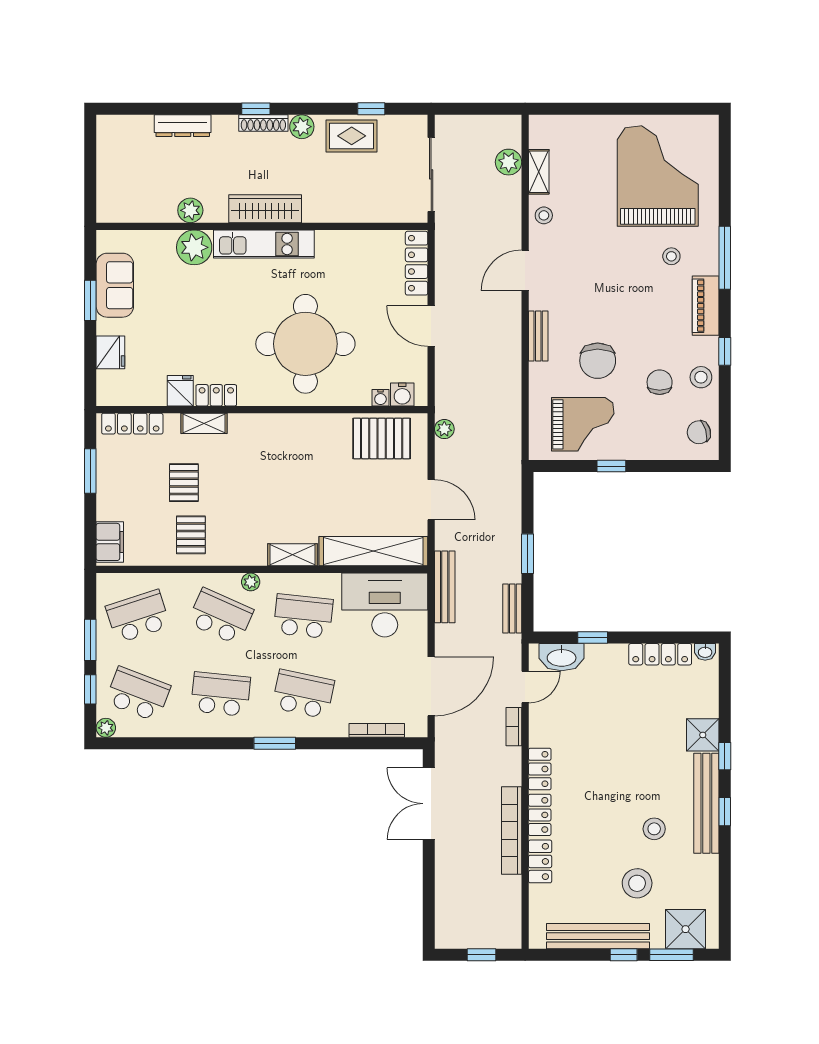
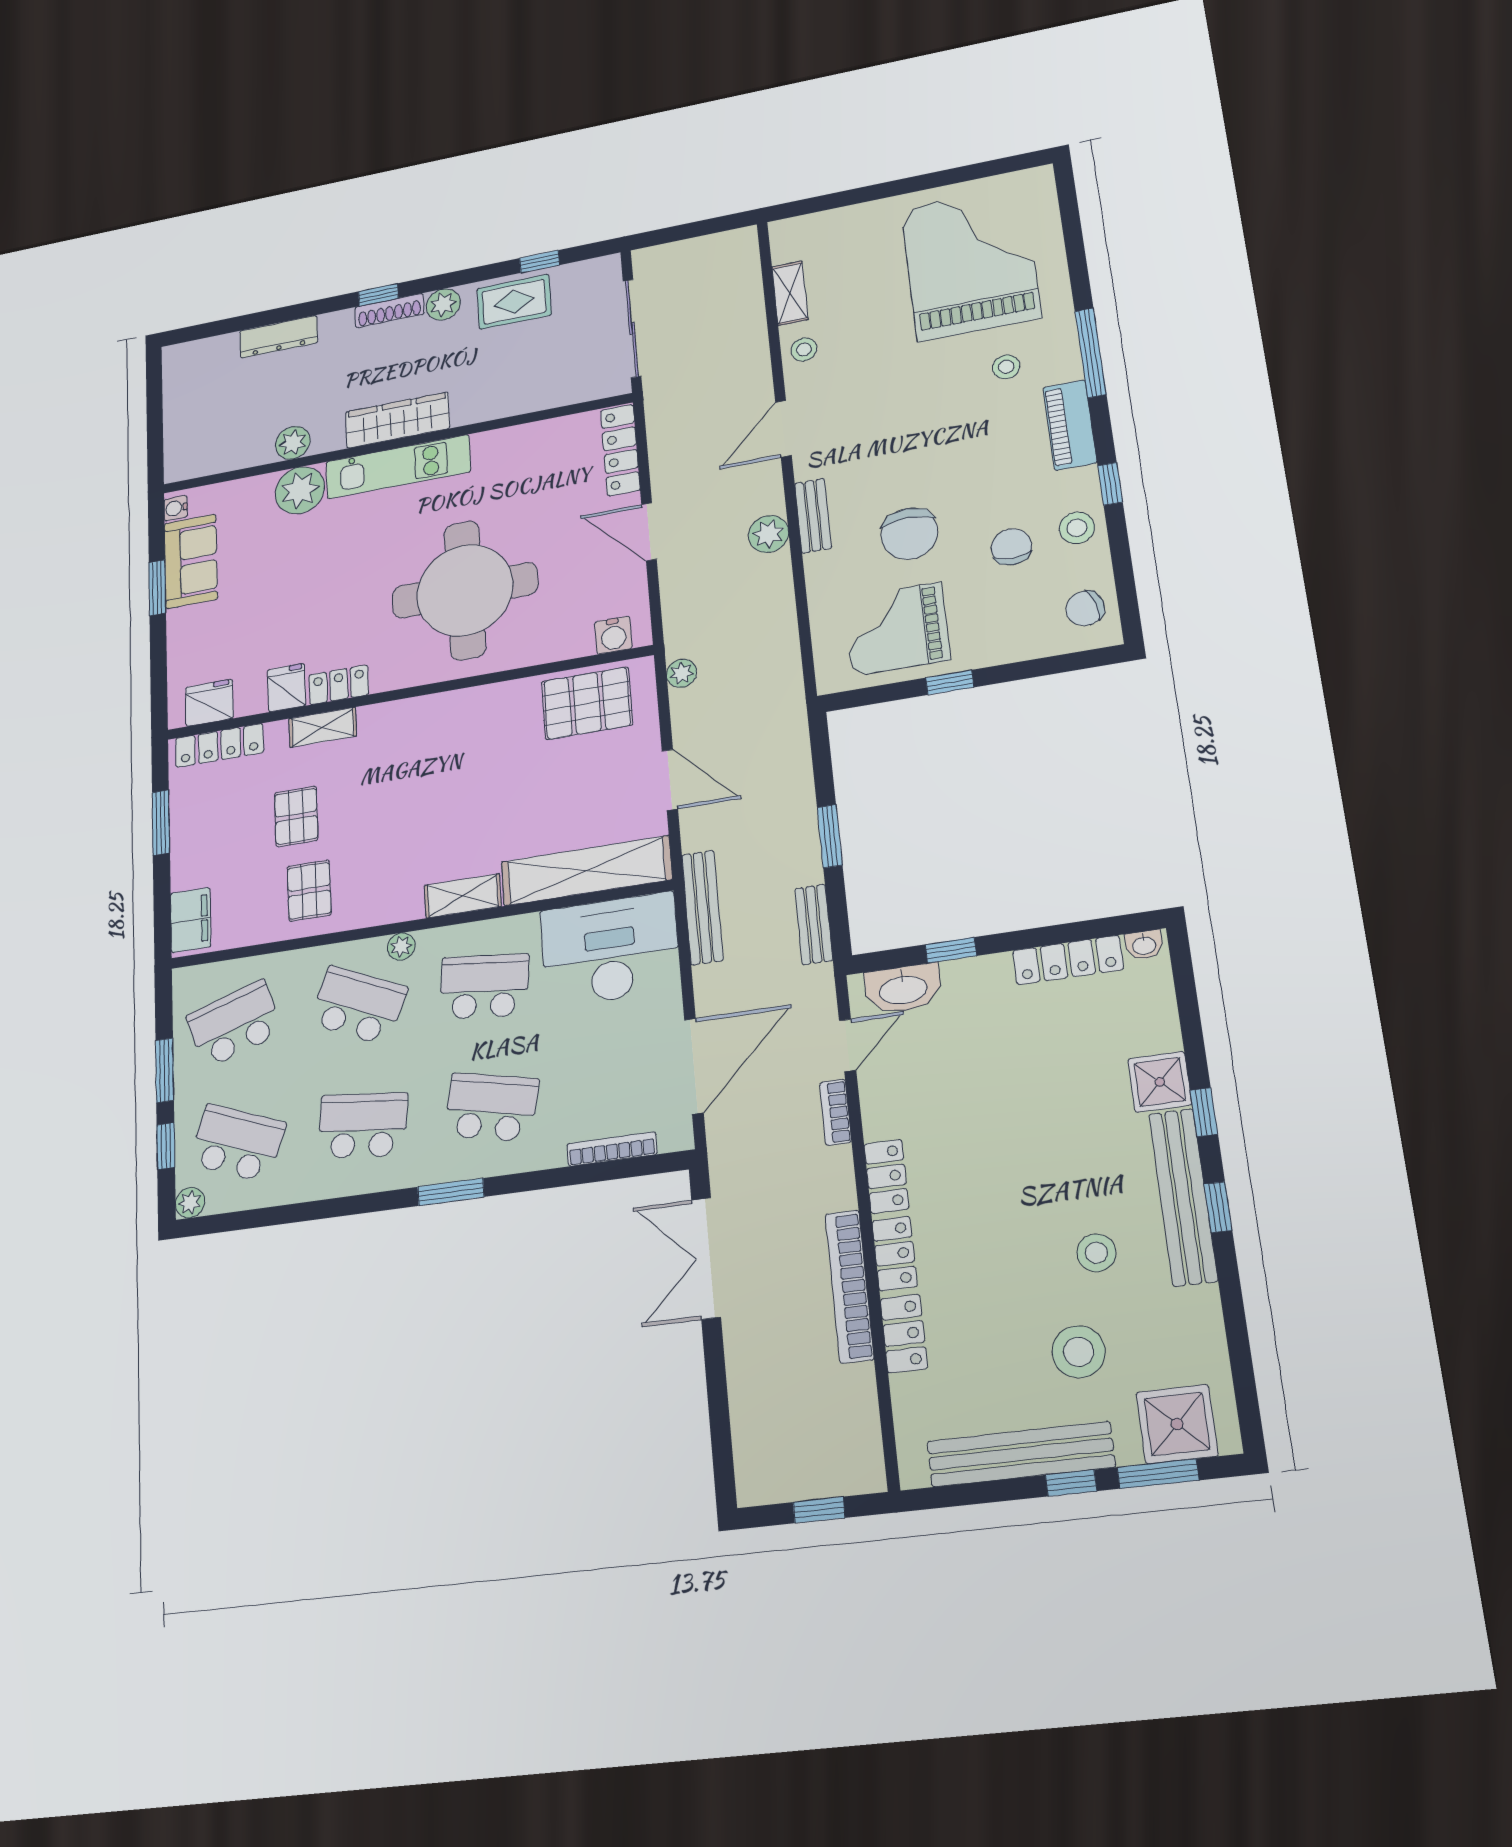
plant: (509, 162) -> (768, 534), moved
fridge: (110, 352) -> (209, 703), moved, turned -90
water cooler: (380, 398) -> (176, 508), moved, turned 90
grand piano: (583, 424) -> (897, 629), turned 180

